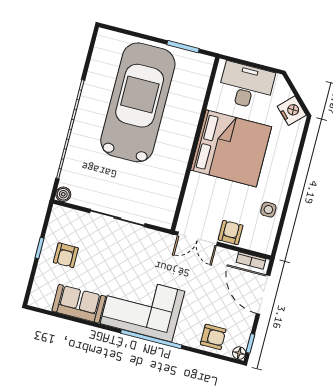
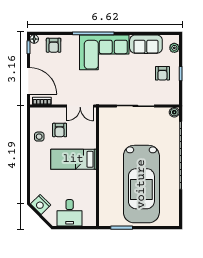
desk: (246, 86) -> (70, 213), width x0.73
bed: (231, 148) -> (73, 159), width x0.49
armchair: (231, 233) -> (60, 130), moved
double door: (197, 239) -> (80, 106), swing flipped
armchair: (66, 255) -> (162, 73), turned 180
plant: (39, 288) -> (174, 48), added
armchair: (213, 337) -> (54, 45), turned -90

